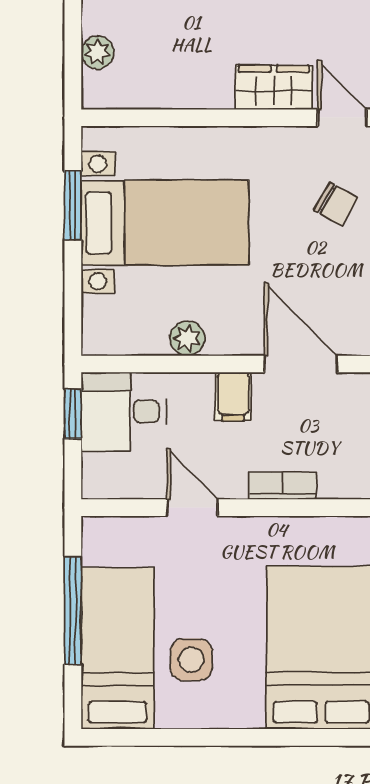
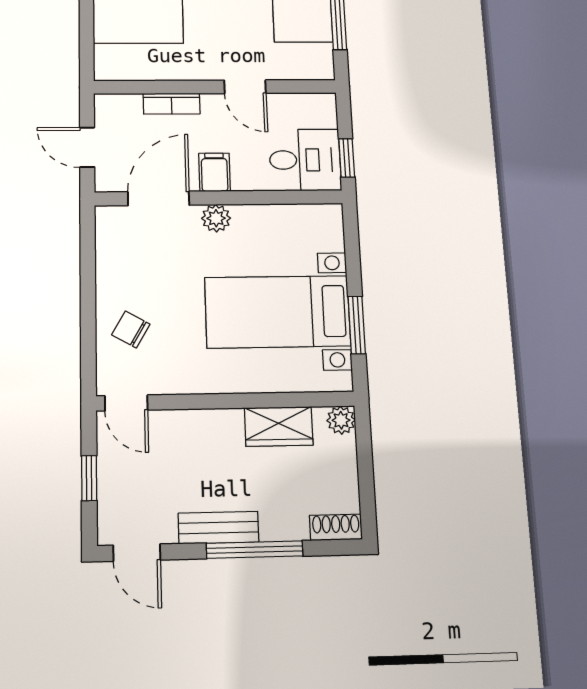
plant: (98, 52) -> (341, 420), moved
wardrobe: (274, 87) -> (279, 426), moved
plant: (187, 338) -> (216, 218), moved
door: (301, 364) -> (159, 198), swing flipped

